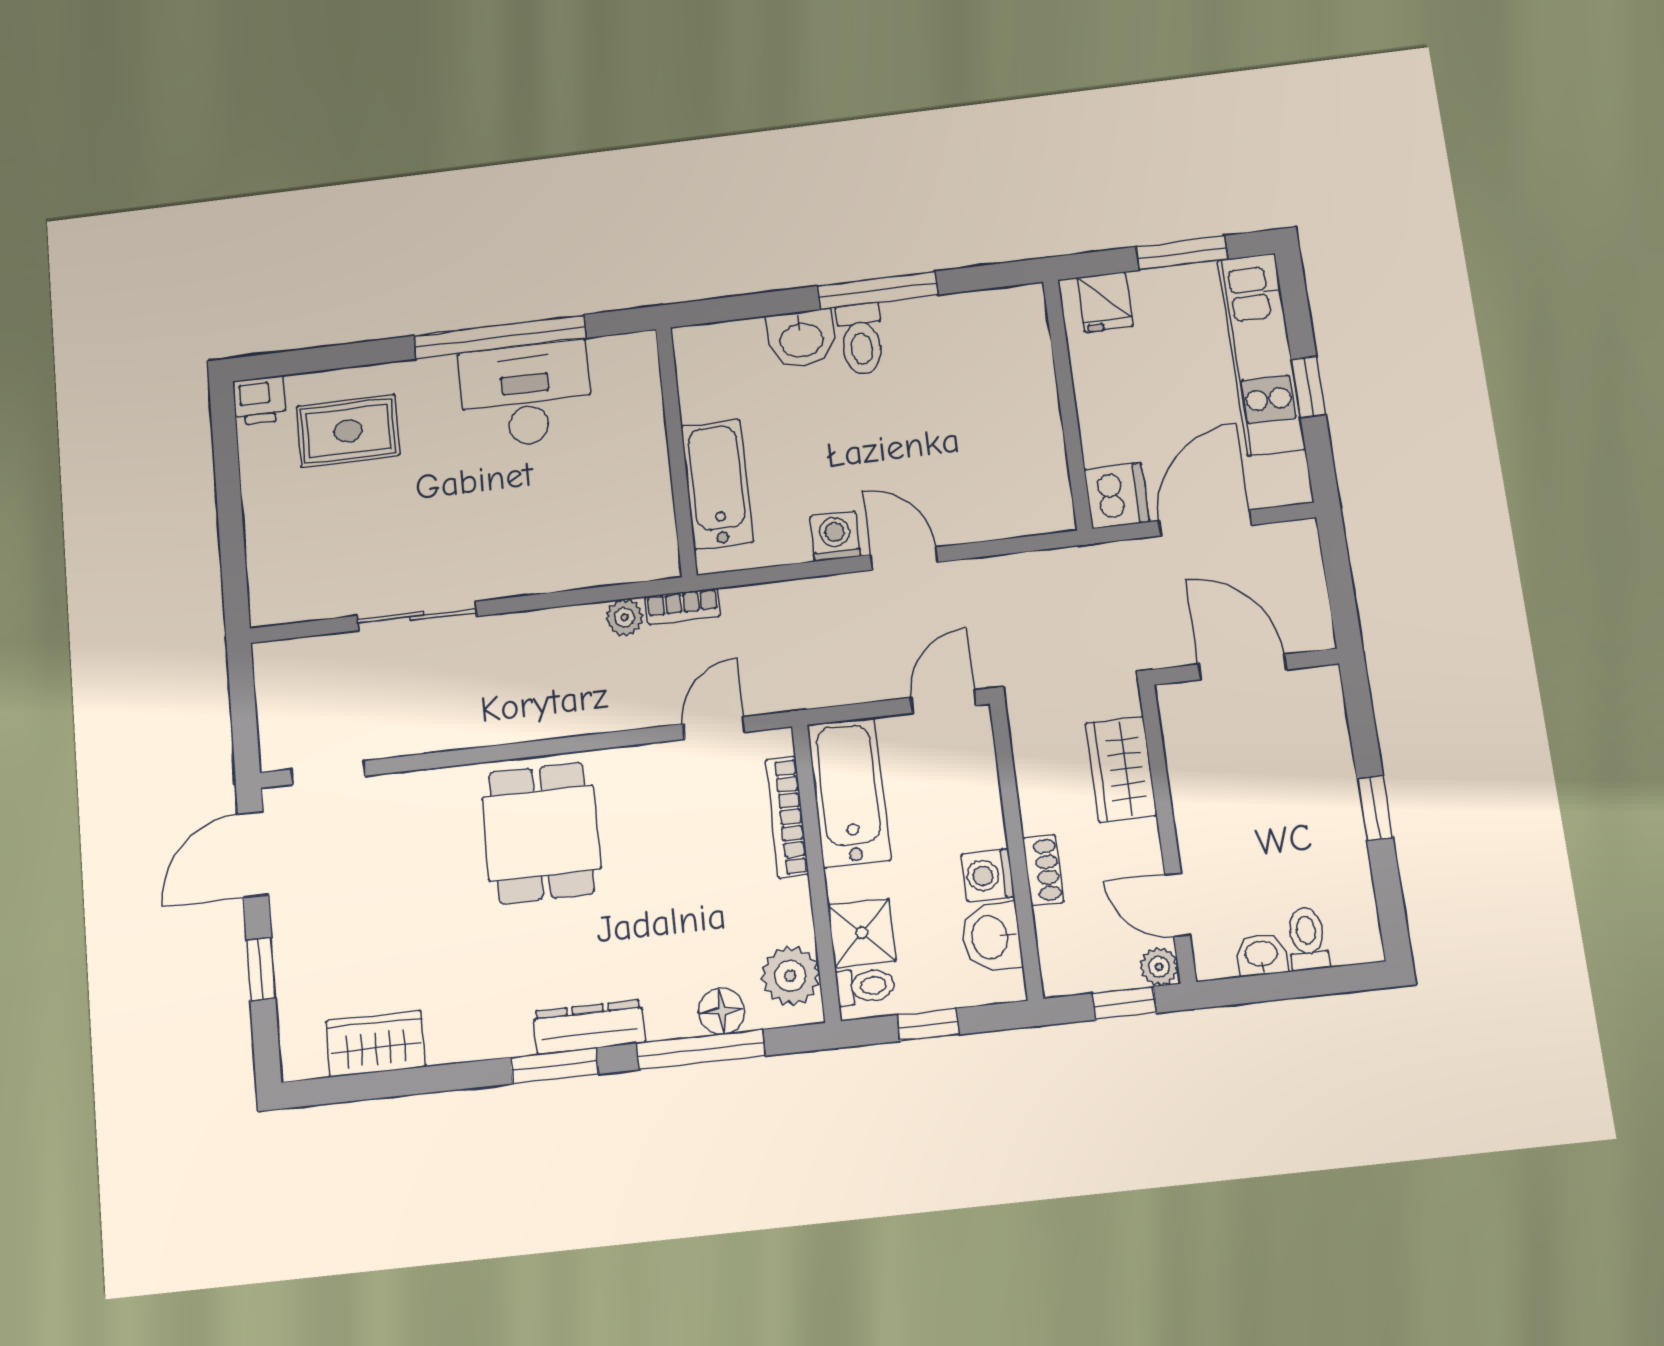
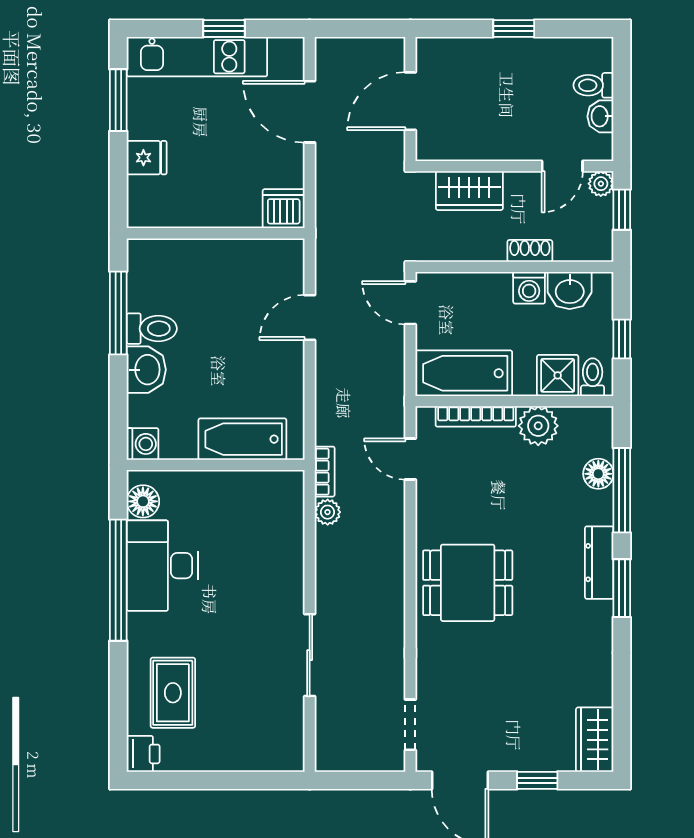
floor lamp: (614, 357) -> (143, 501), added
wall: (1067, 404) -> (216, 233), moved
dishwasher: (1117, 496) -> (284, 209), moved
washing machine: (835, 536) -> (143, 444), moved, turned 180
plant: (790, 976) -> (538, 426), moved
wardrobe: (376, 1044) -> (595, 740), moved

